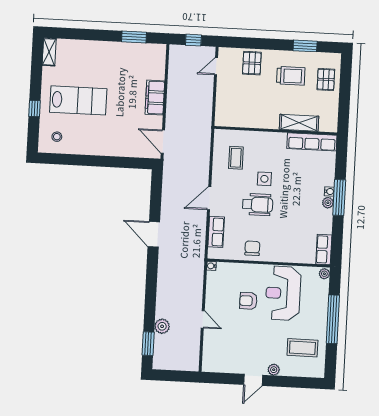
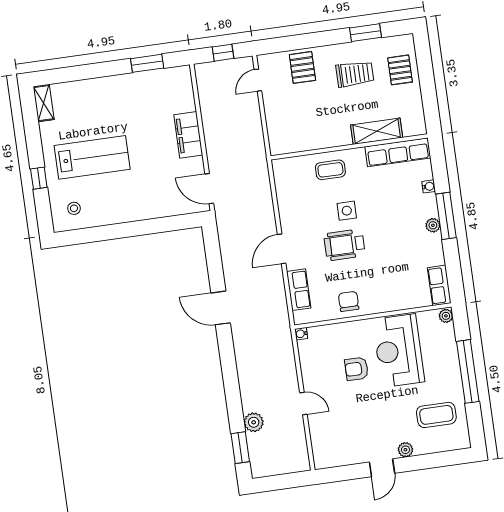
coffee table: (236, 158) -> (330, 170), moved, turned 90
water cooler: (329, 191) -> (429, 186), moved
wheelchair: (258, 205) -> (344, 245), turned 180

